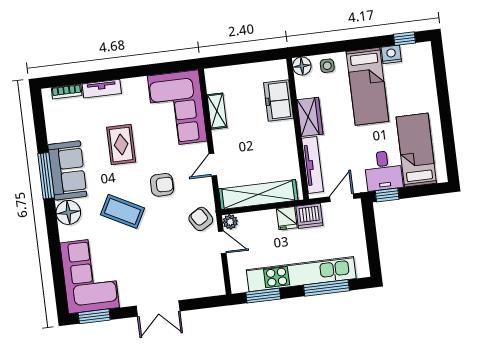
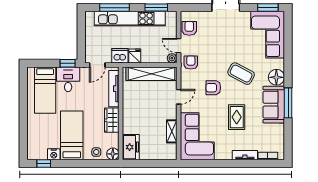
freezer: (279, 101) -> (131, 147), moved
armchair: (201, 219) -> (191, 62), turned -148
armchair: (209, 270) -> (189, 28), added

